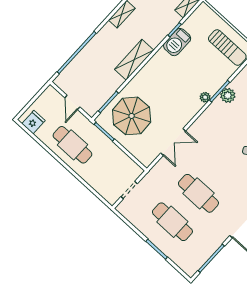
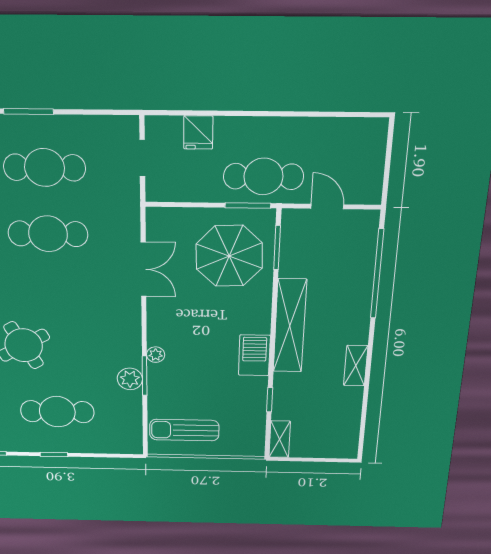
barbecue: (177, 42) -> (254, 355), moved
shelving: (134, 60) -> (290, 326), width x1.47
fridge: (33, 122) -> (198, 132), moved
double door: (173, 142) -> (143, 269), swing flipped
cafe table: (72, 145) -> (263, 176), moved

